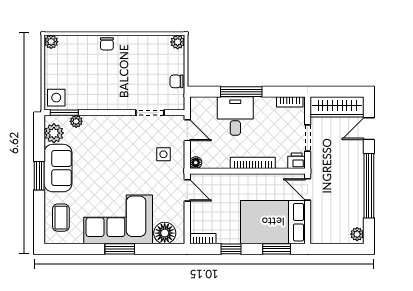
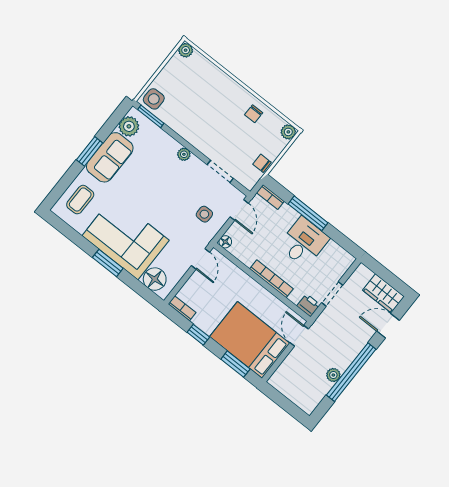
chair: (107, 44) -> (254, 114), moved
bookcase: (290, 102) -> (270, 197), moved
wardrobe: (337, 107) -> (383, 293), width x0.67
desk: (235, 116) -> (304, 242), moved
plant: (76, 121) -> (184, 154), moved
plant: (357, 234) -> (333, 375), moved

